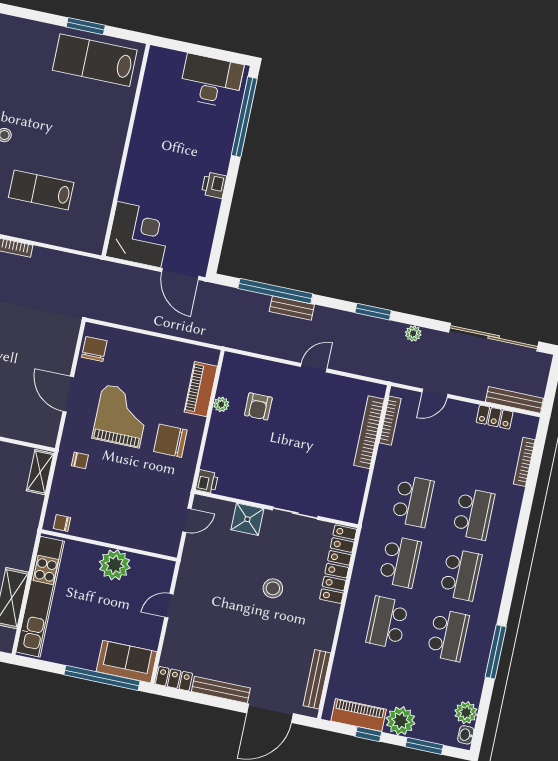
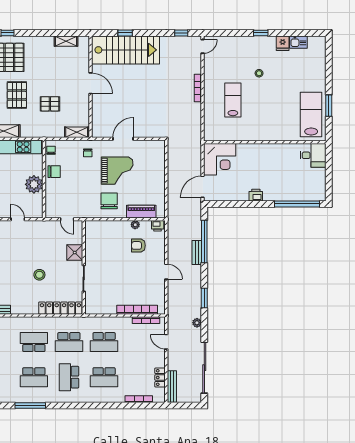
desk: (211, 81) -> (313, 155), moved, width x0.73
chair: (94, 349) -> (54, 172), moved
printer: (207, 482) -> (158, 226), moved
school desk: (461, 575) -> (69, 377), turned 90

